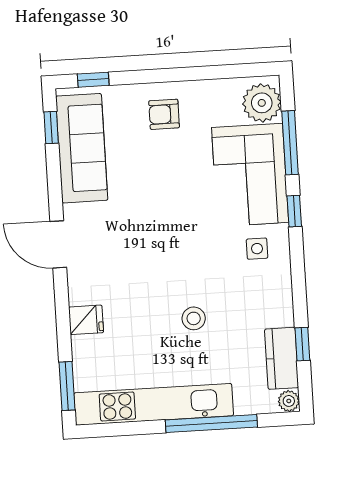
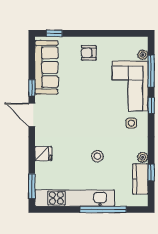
plant: (262, 103) -> (143, 55), width x0.53, depth x0.53
window: (51, 128) -> (32, 88), moved
plant: (289, 401) -> (143, 157), moved

